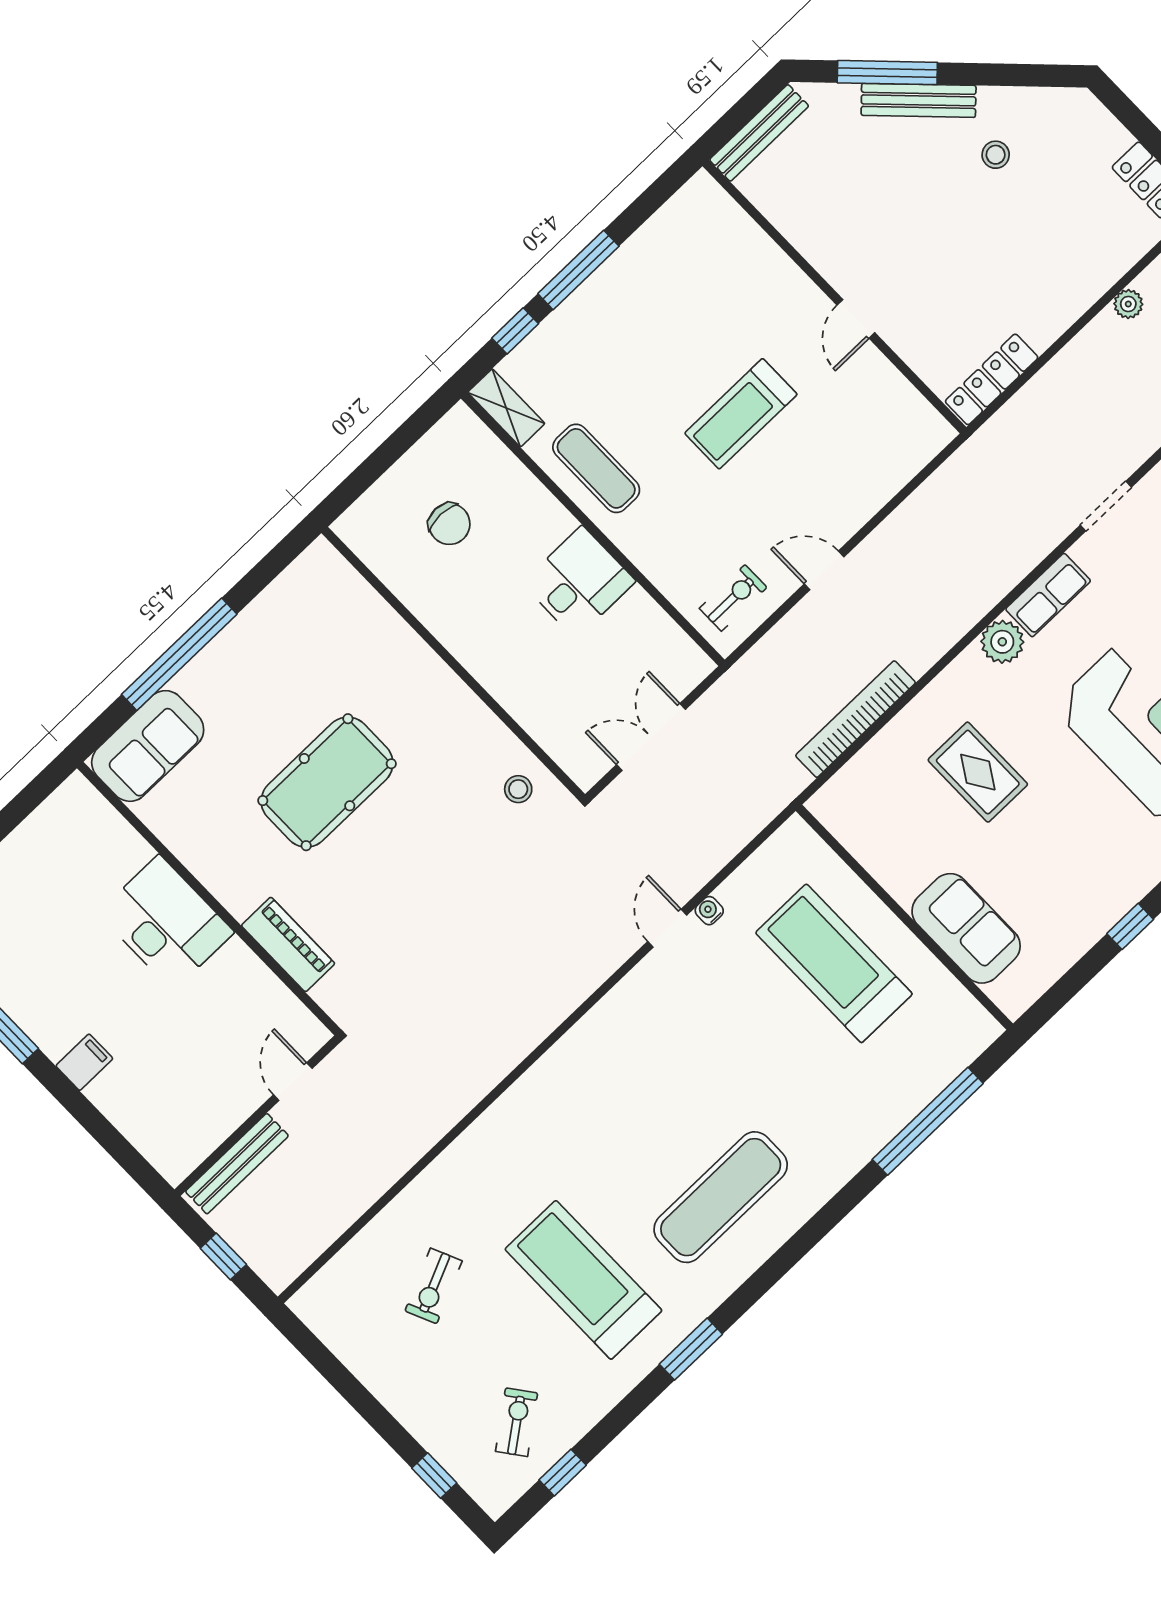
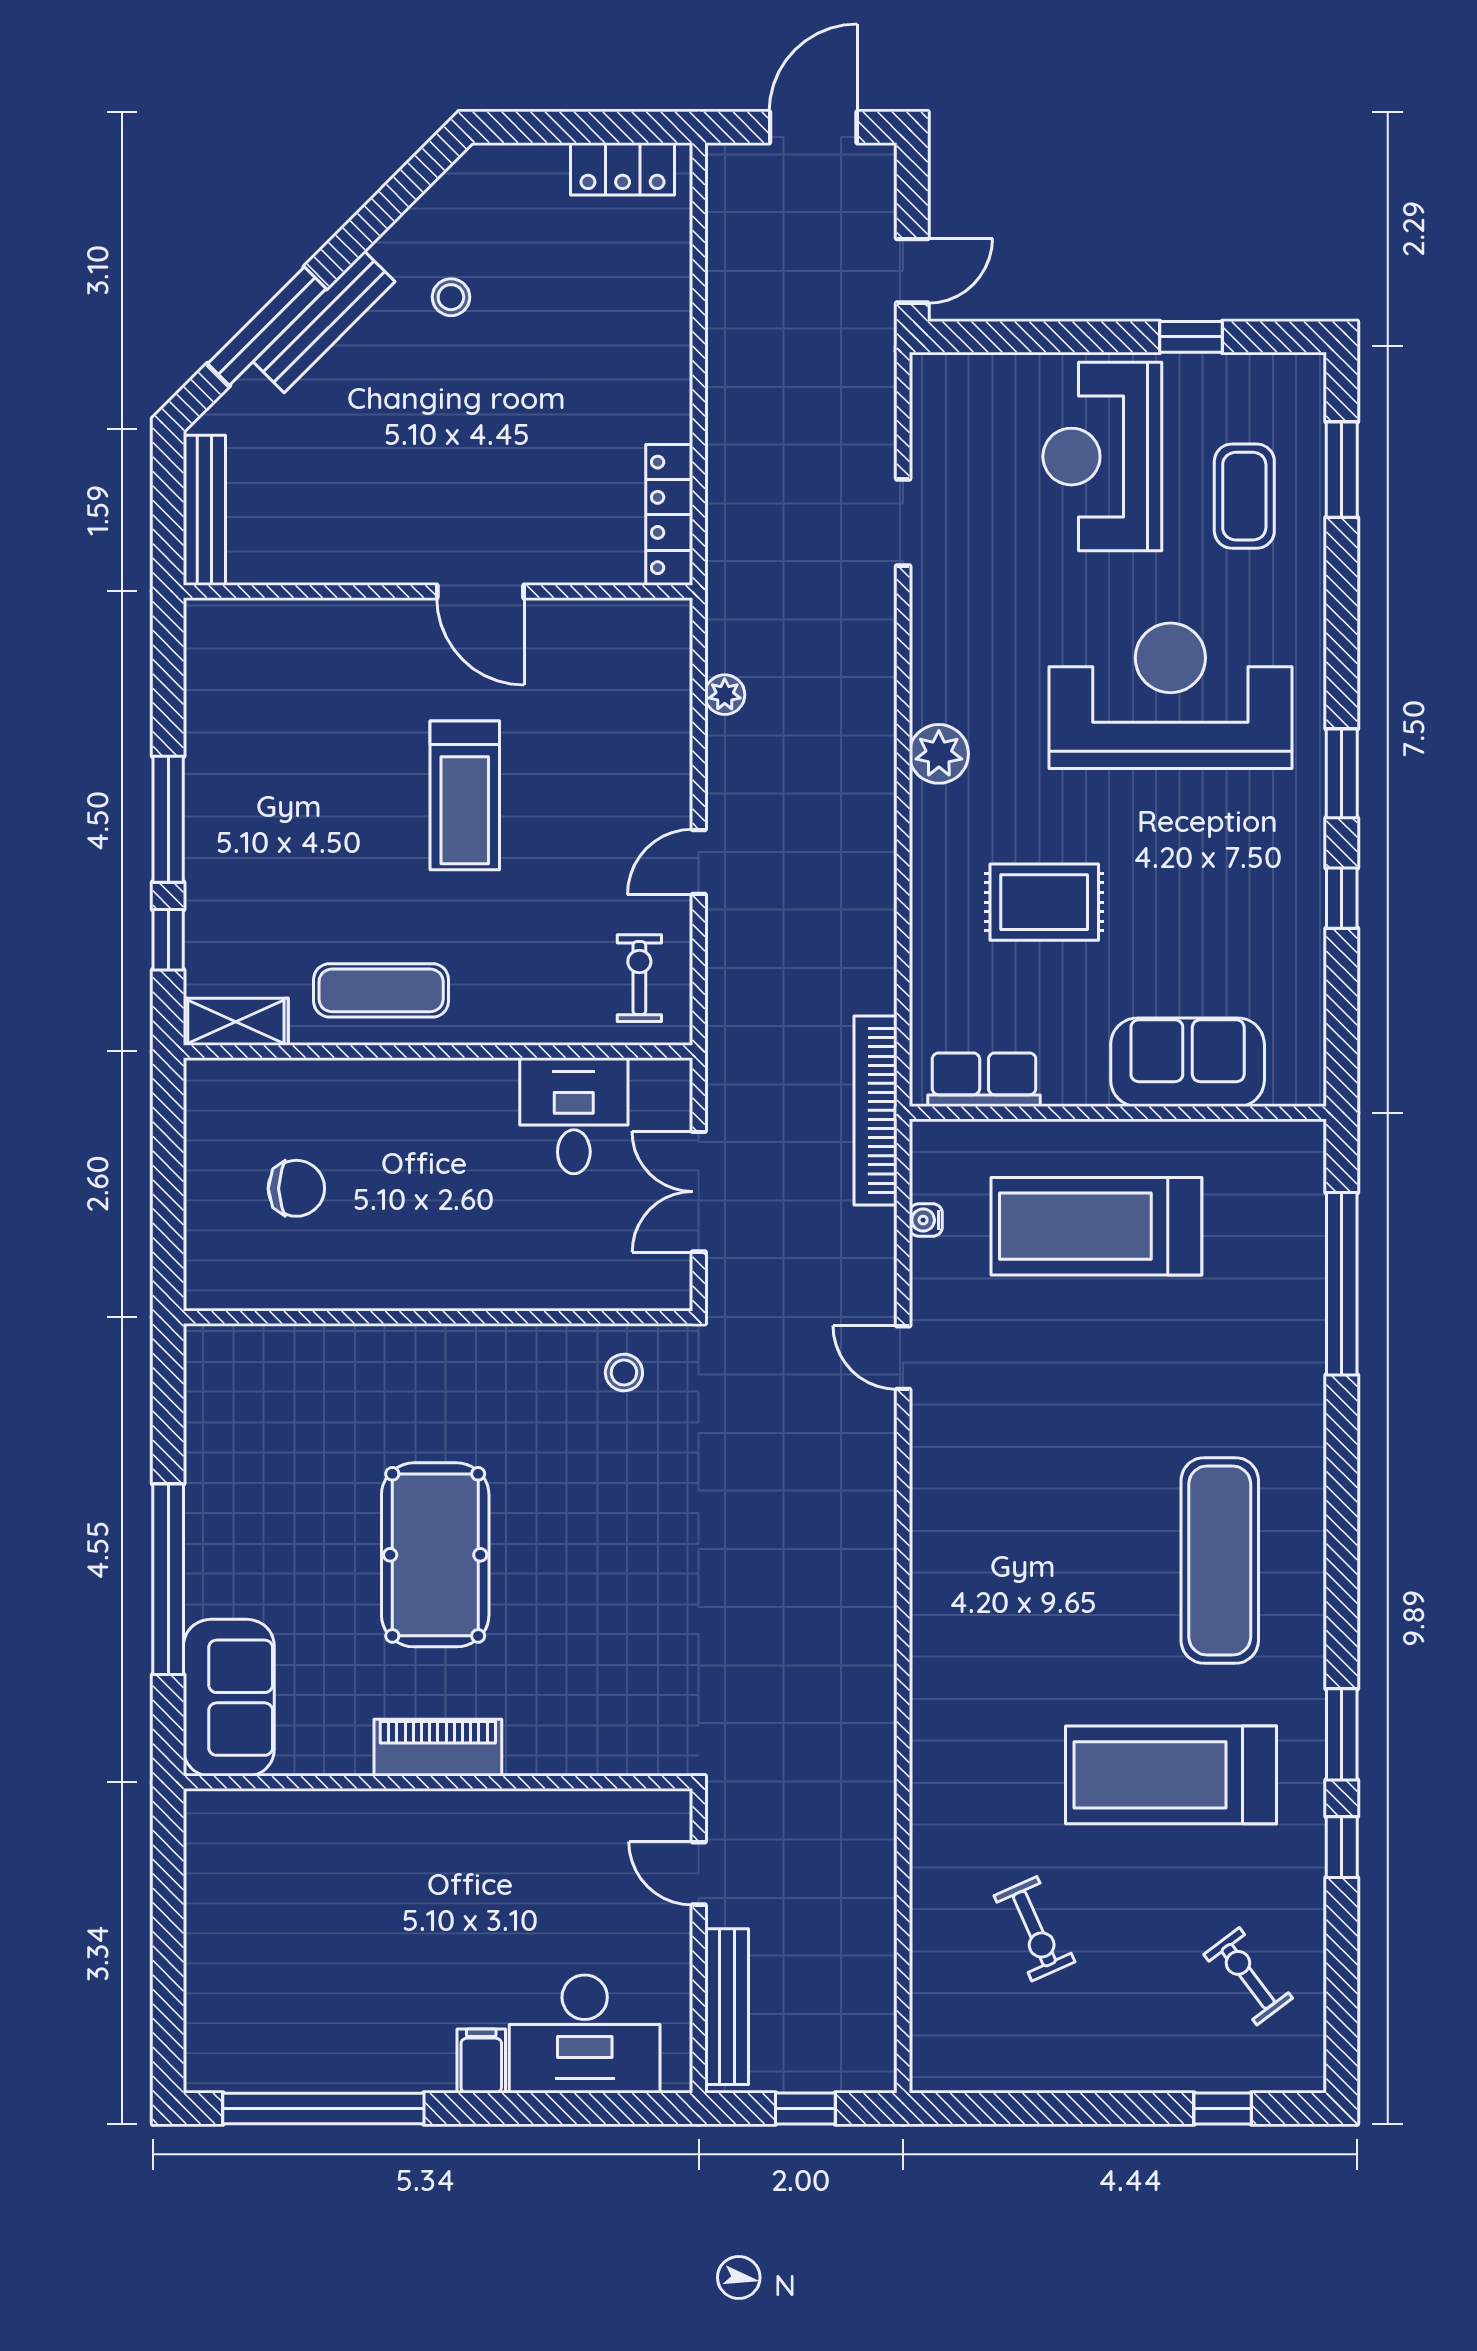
plant: (1128, 304) -> (725, 695), moved
door: (856, 319) -> (480, 591), width x1.38
desk: (579, 582) -> (574, 1116), moved
row of seats: (1048, 595) -> (984, 1080), moved, turned -90
bookcase: (855, 719) -> (876, 1110), moved
water cooler: (709, 911) -> (926, 1220), moved
desk: (166, 923) -> (585, 2034), moved, turned 180
piano: (288, 944) -> (438, 1748), moved
window: (563, 1473) -> (1342, 1847), moved

